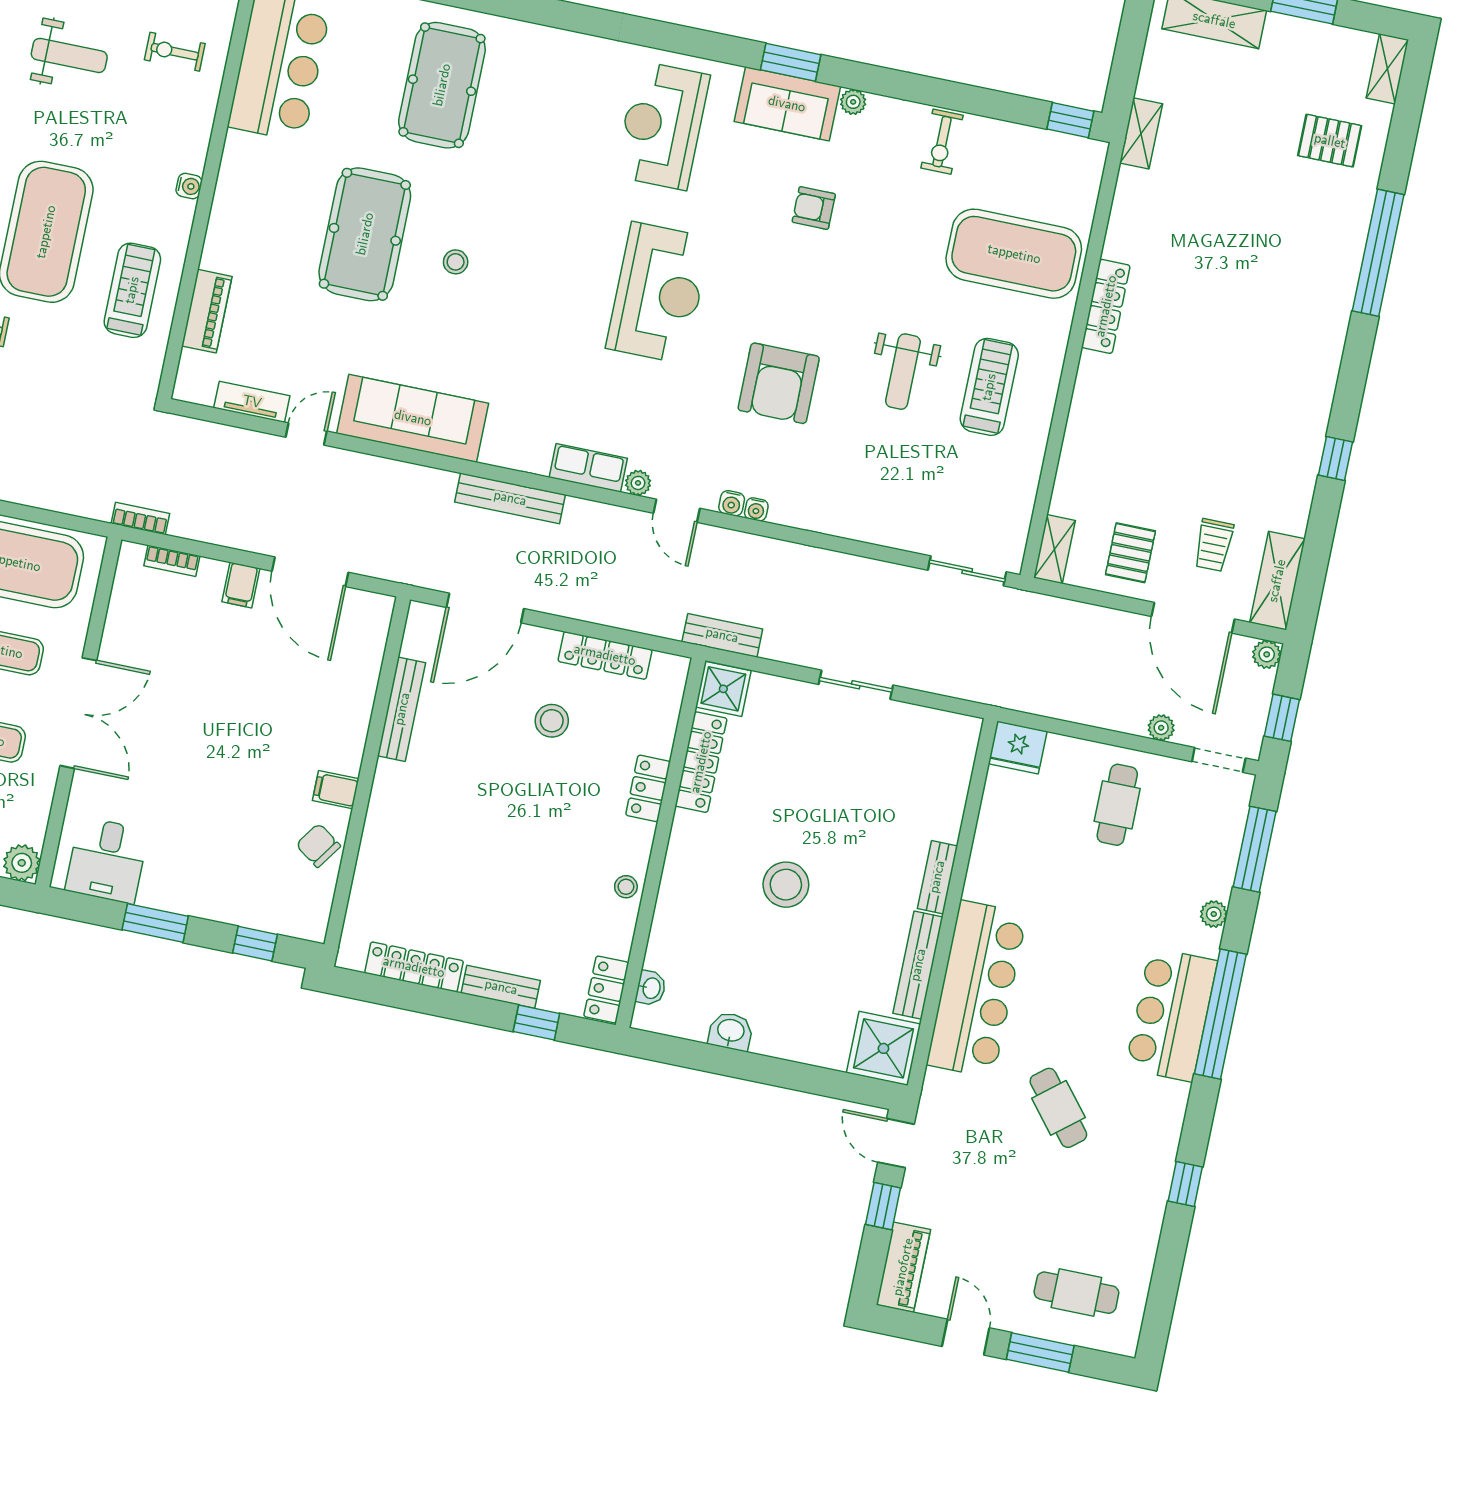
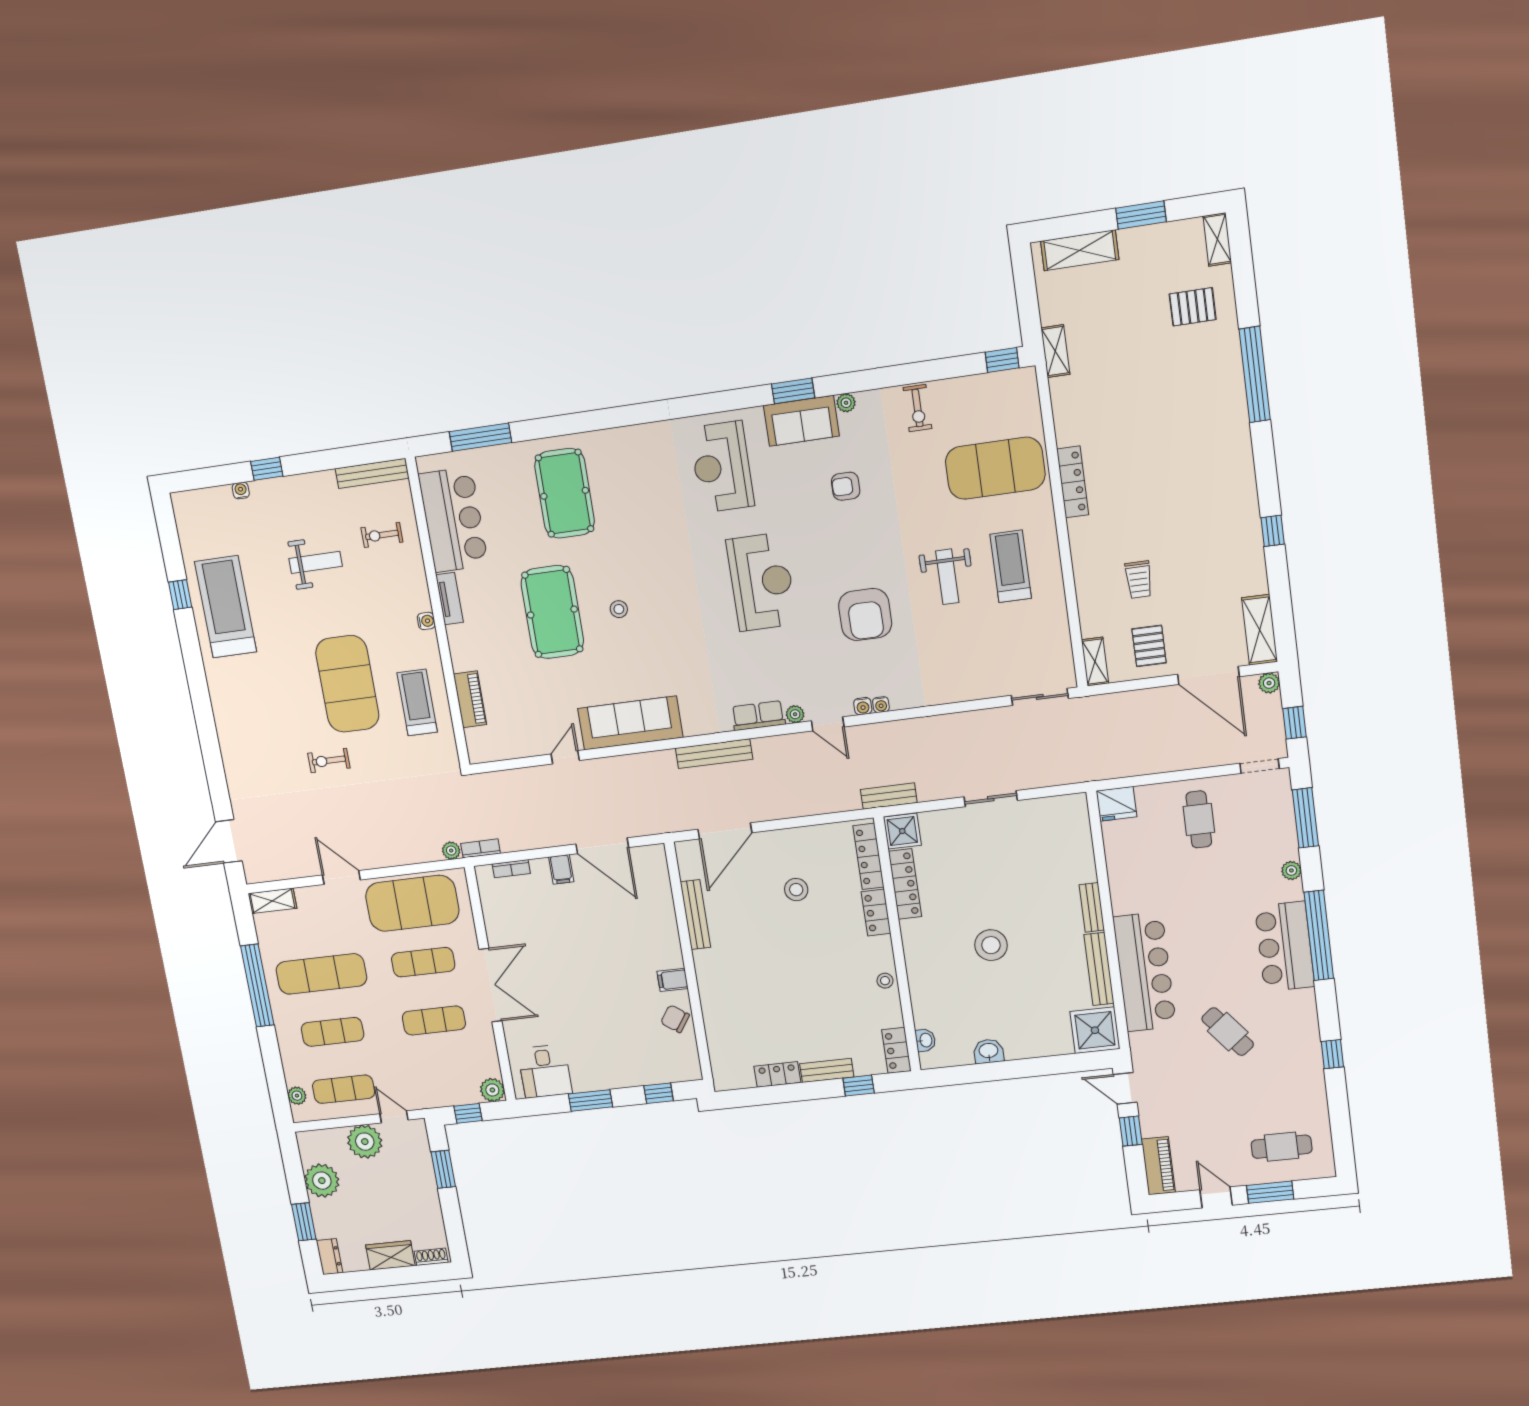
tv unit: (252, 402) -> (450, 599), moved, turned 90
trolley: (1214, 545) -> (1139, 580), moved
locker: (605, 655) -> (869, 856), moved, turned 90
plant: (1161, 728) -> (451, 851), moved
locker: (414, 967) -> (777, 1074), width x0.66

